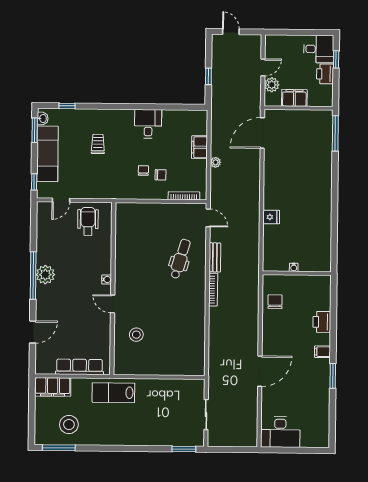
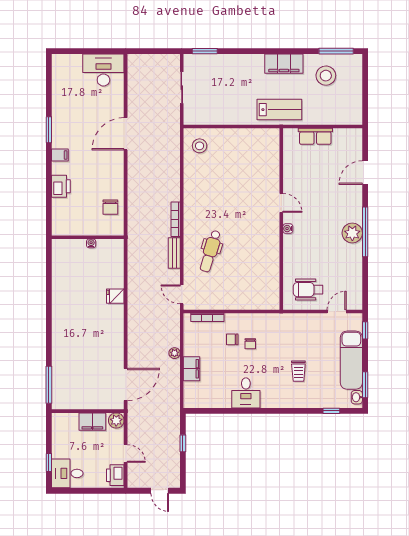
door: (263, 67) -> (126, 453), swing flipped
printer: (325, 74) -> (115, 475), moved, turned 180
plant: (272, 85) -> (116, 421), moved
wheelchair: (88, 221) -> (308, 290), turned 90
stool: (136, 335) -> (200, 146), moved
row of seats: (80, 367) -> (315, 136), width x0.68
filing cabinet: (53, 387) -> (284, 64), moved, turned 180

